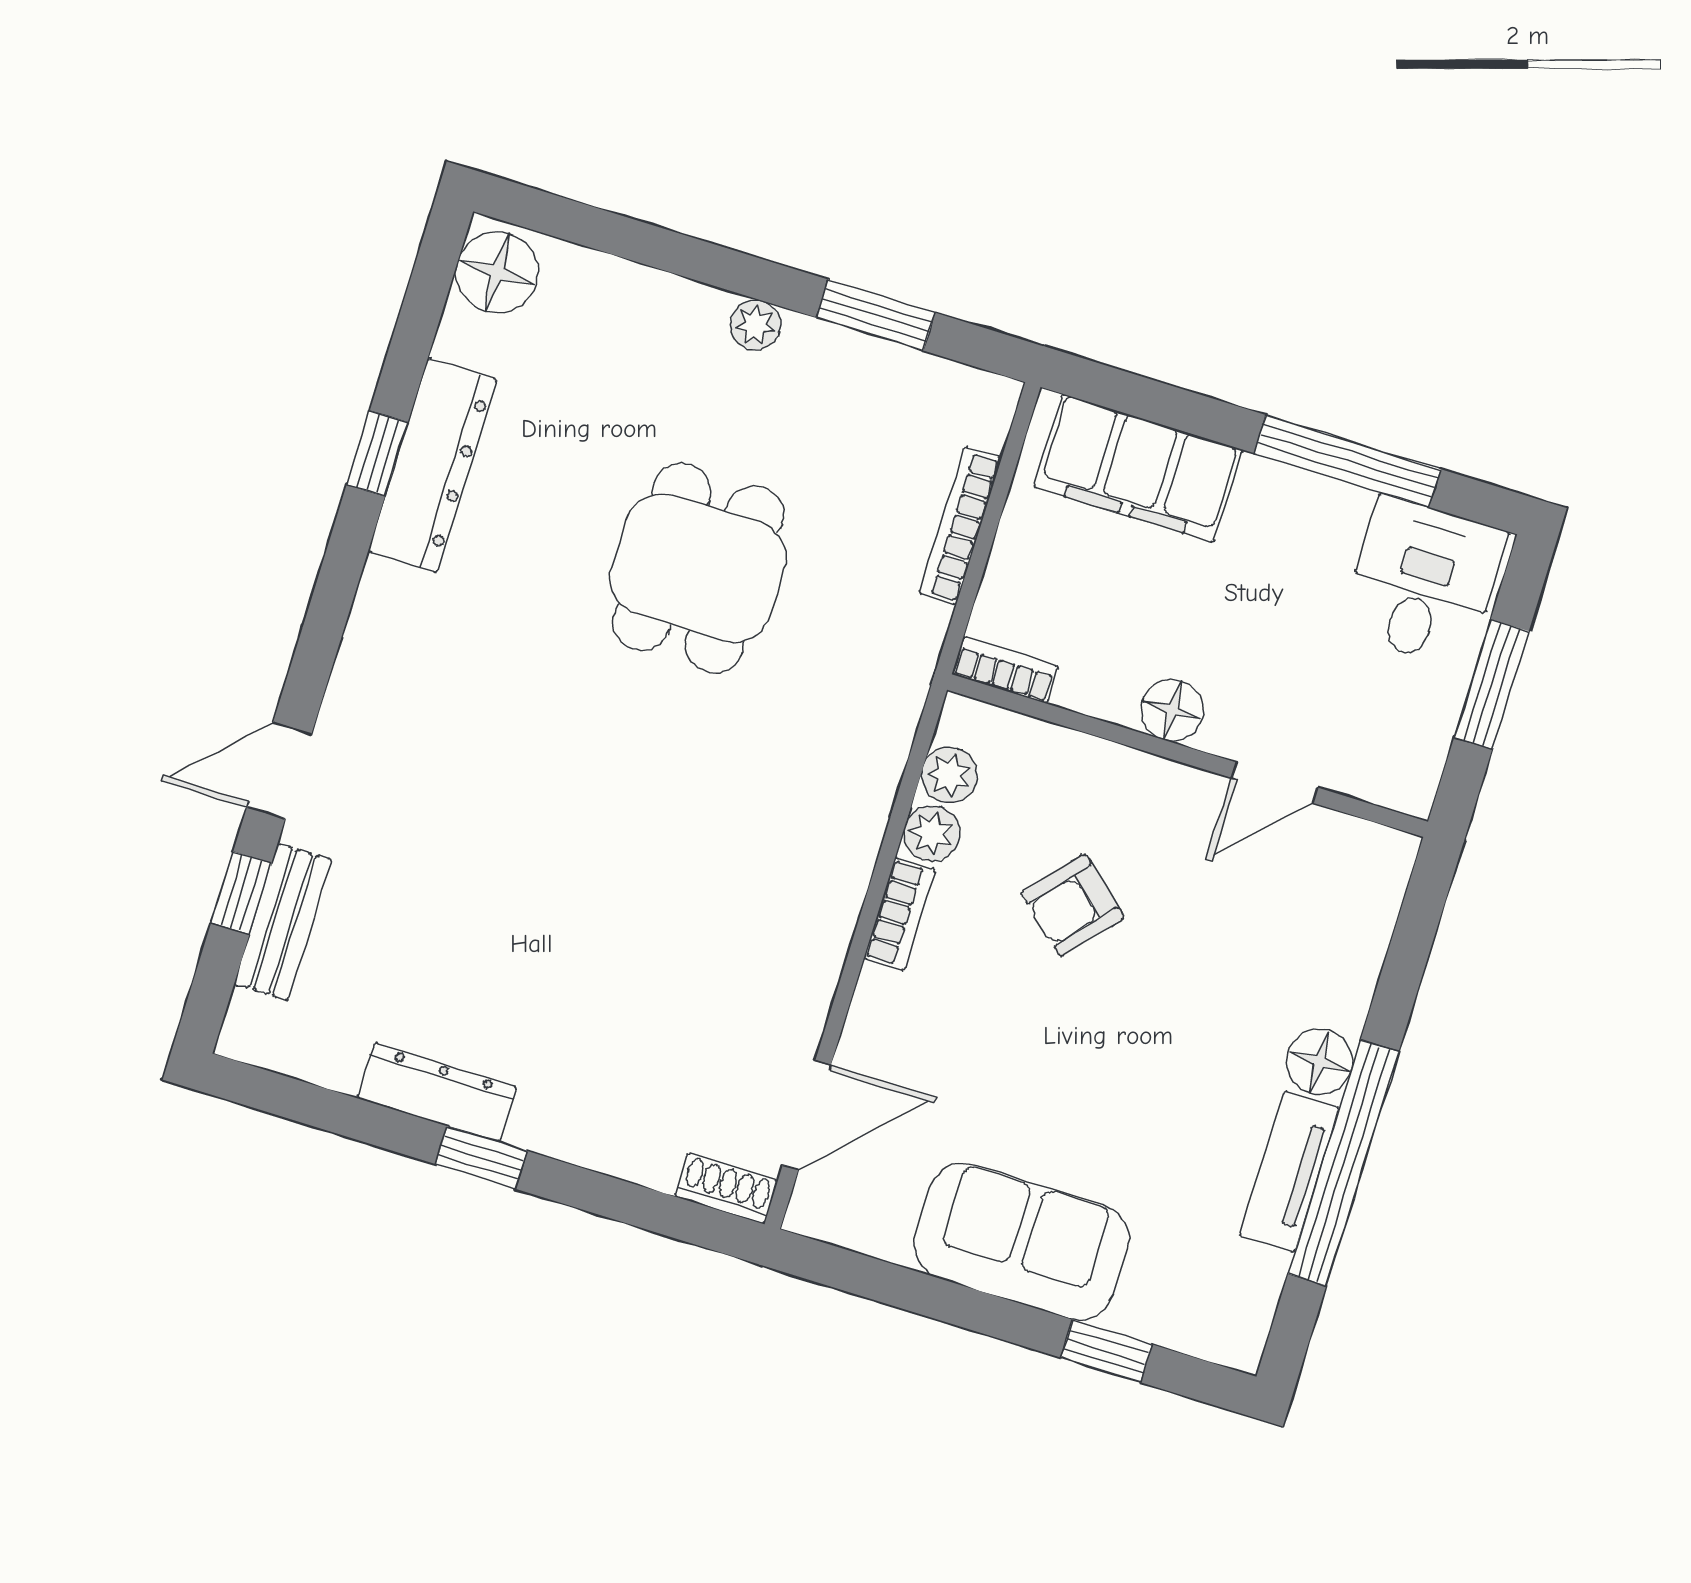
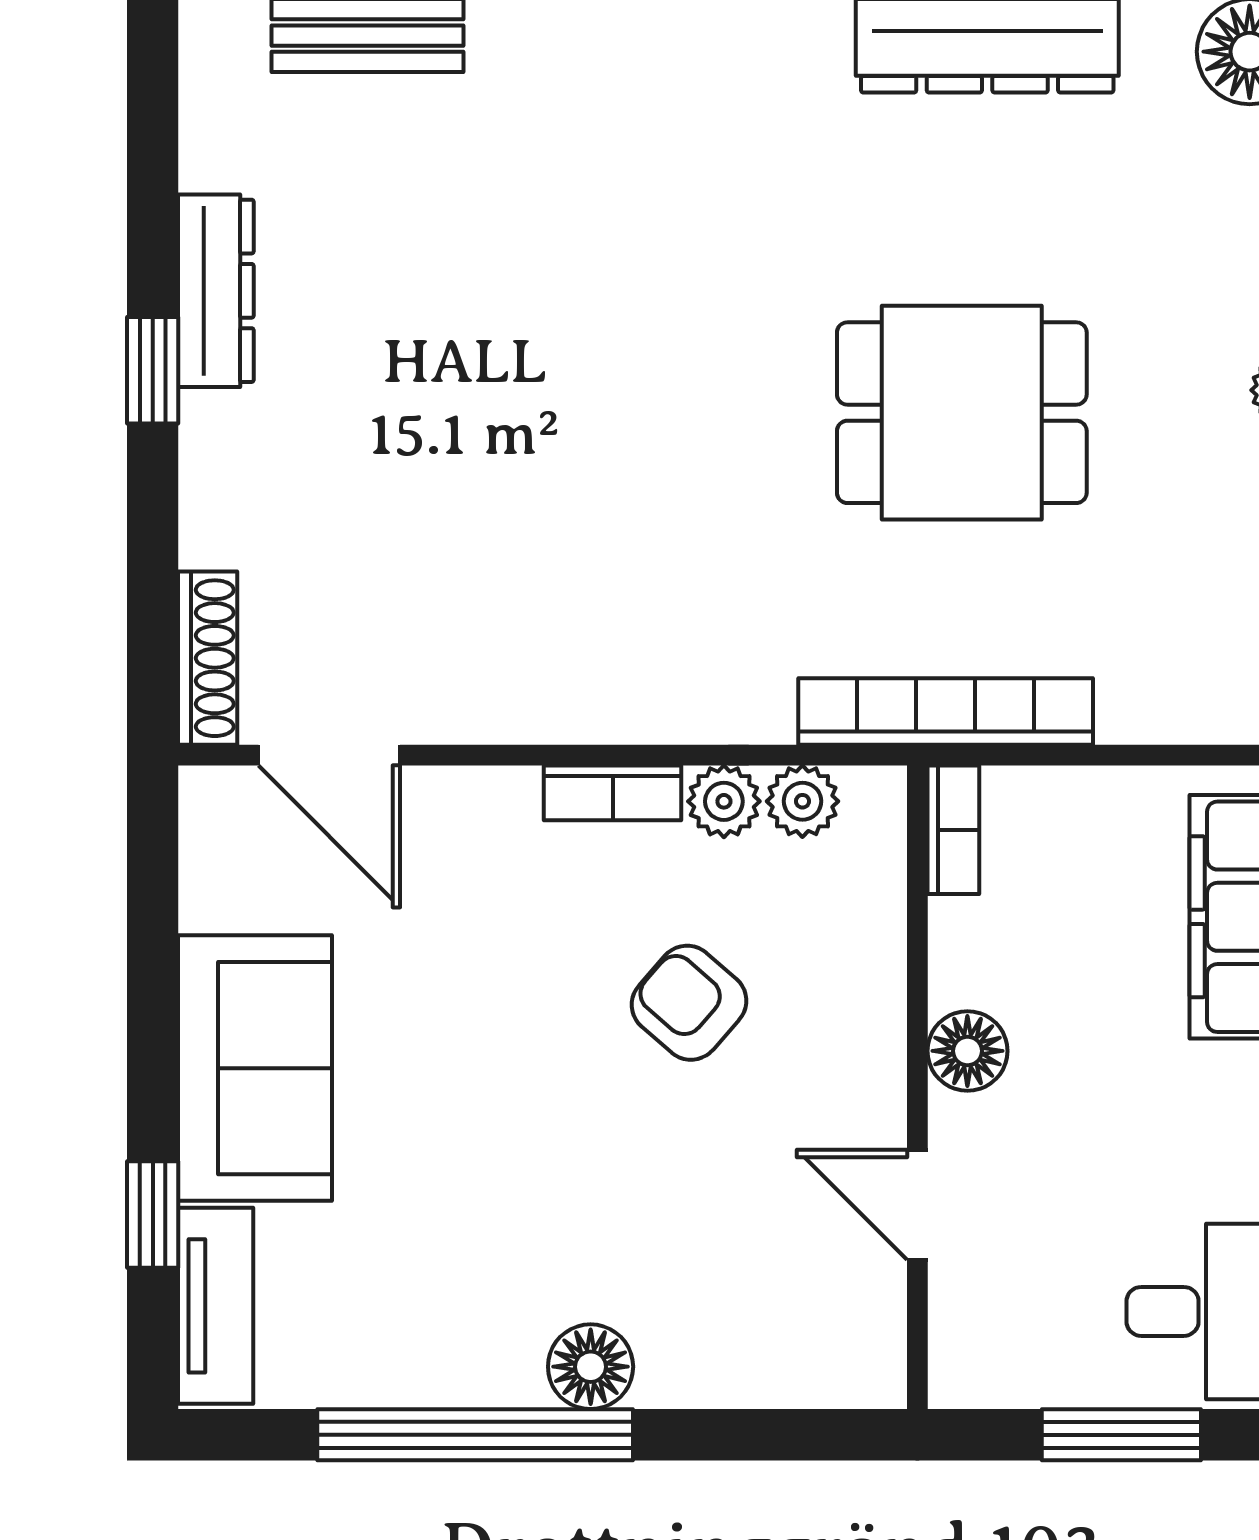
bookcase: (960, 526) -> (946, 712), moved, width x1.48, depth x1.31
tv unit: (1289, 1172) -> (216, 1306), moved, turned 90
shoe rack: (726, 1189) -> (208, 658), width x1.43

